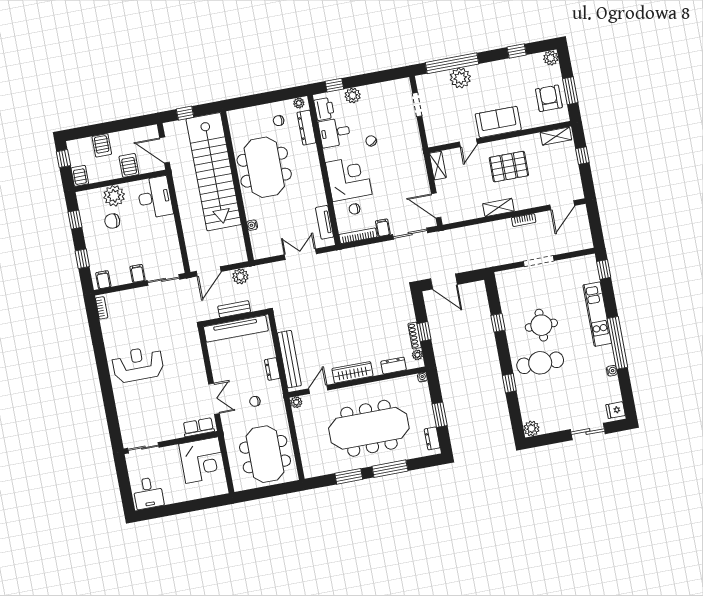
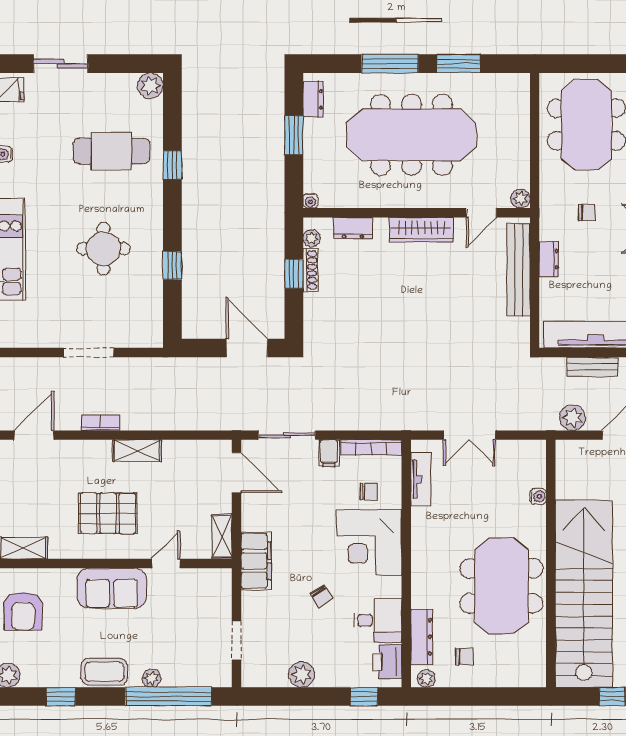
coffee table: (493, 71) -> (104, 672), added
plant: (460, 78) -> (151, 678), width x0.53, depth x0.53
plant: (353, 95) -> (302, 675), moved
filing cabinet: (414, 155) -> (256, 561), added
cafe table: (540, 363) -> (111, 151), moved

